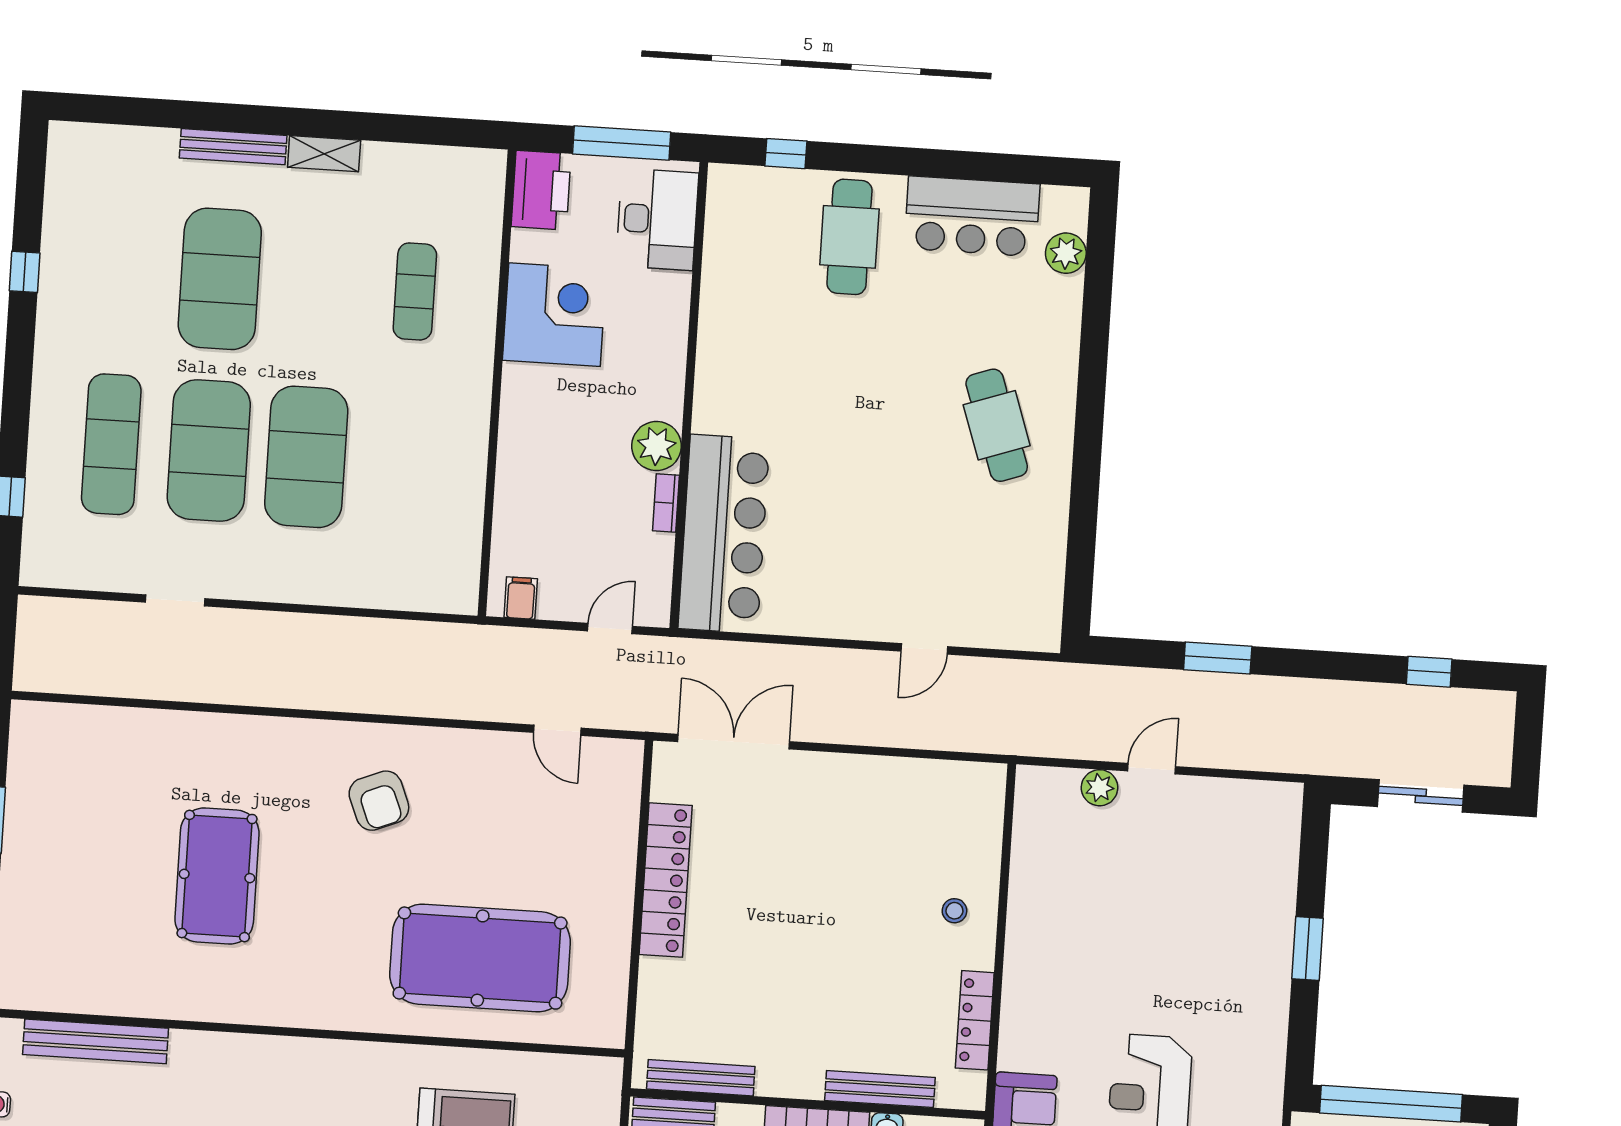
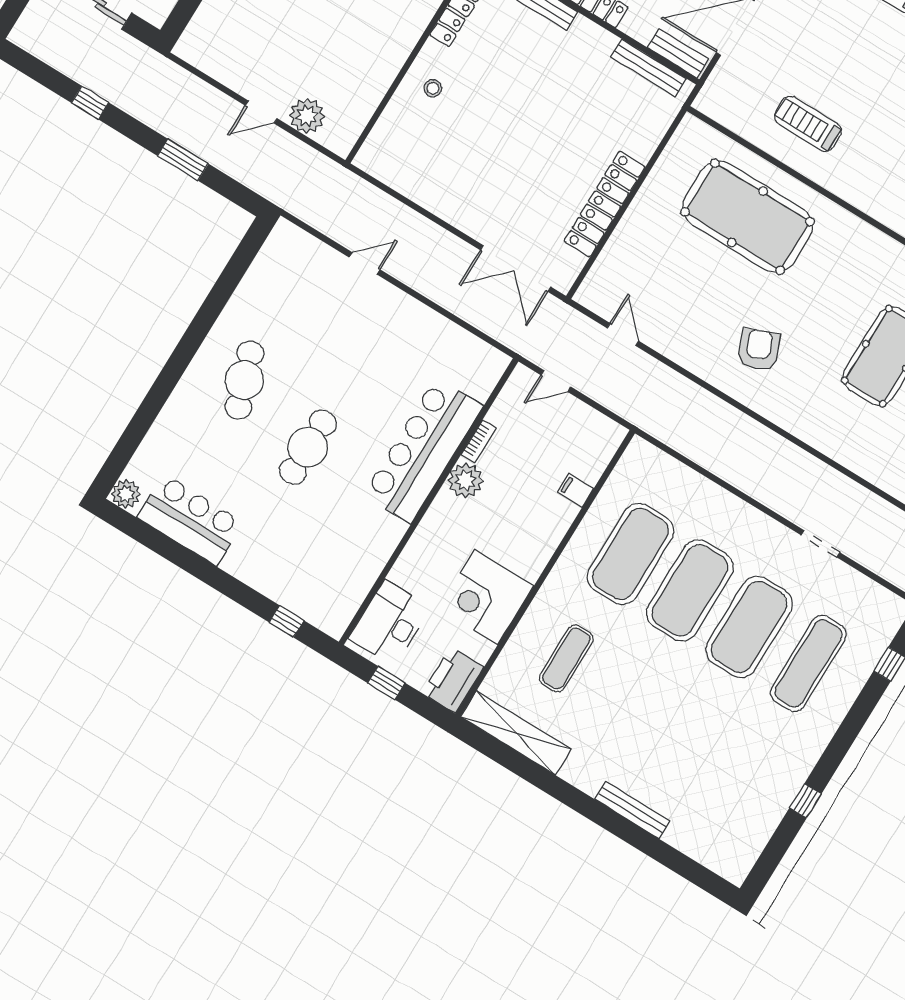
window: (622, 143) -> (386, 683), width x0.46
shelving: (324, 154) -> (516, 733), moved, width x2.20, depth x1.33
cafe table: (849, 237) -> (308, 447), moved
plant: (1066, 253) -> (126, 494), moved
exercise mat: (220, 279) -> (631, 554), moved
bar counter: (724, 534) -> (423, 450), moved
filing cabinet: (521, 598) -> (576, 490), moved, turned 90
window: (1429, 672) -> (90, 103), moved
plant: (1100, 788) -> (307, 116), width x1.36, depth x1.36

